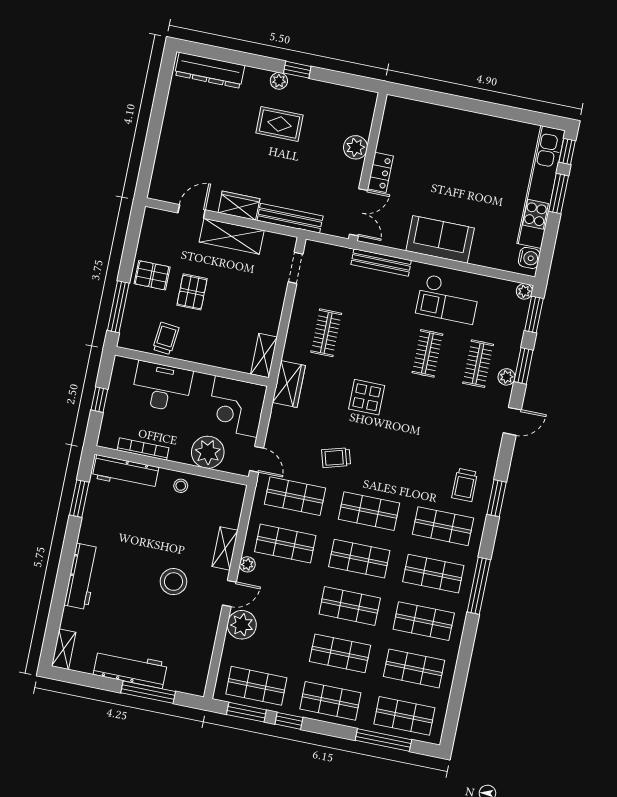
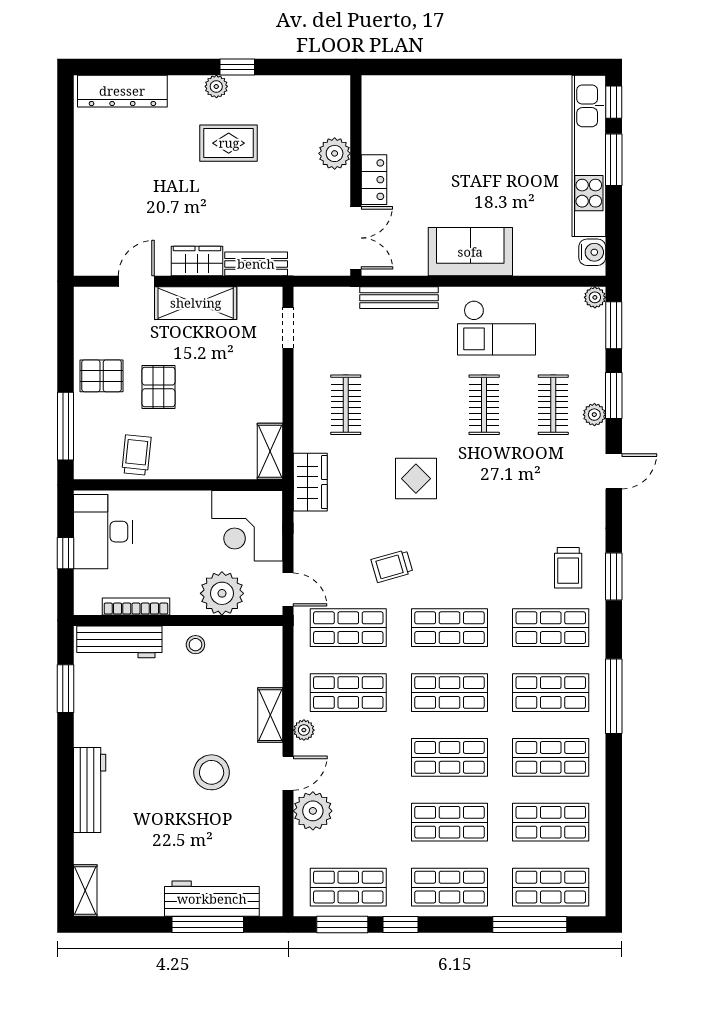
bench: (290, 218) -> (256, 264), width x0.73
desk: (162, 387) -> (103, 532), moved, turned -90
workbench: (130, 669) -> (212, 899), moved

